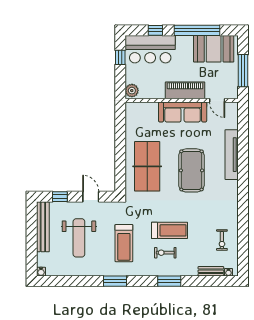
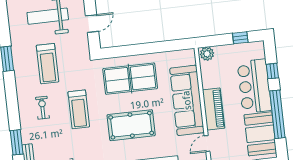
bar counter: (150, 49) -> (254, 86), moved
sofa: (183, 112) -> (187, 100), width x1.36, depth x1.27
treadmill: (169, 230) -> (79, 109), moved
treadmill: (124, 243) -> (48, 64), turned -90
window: (169, 281) -> (17, 142), moved

